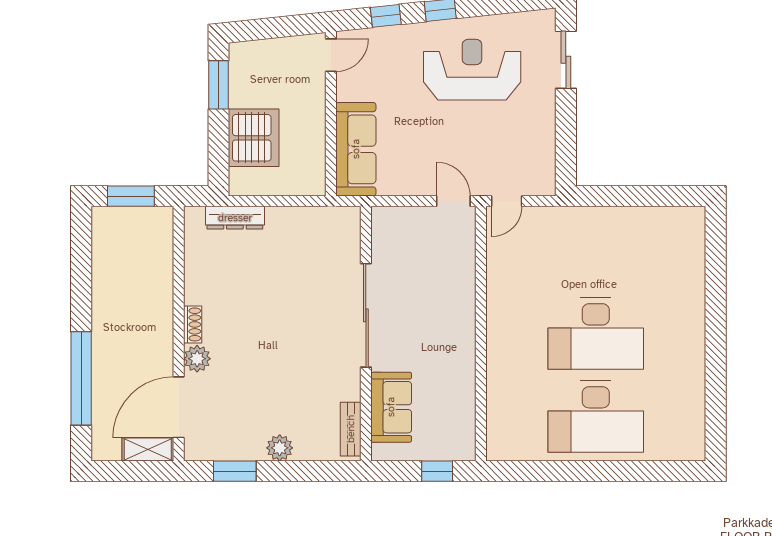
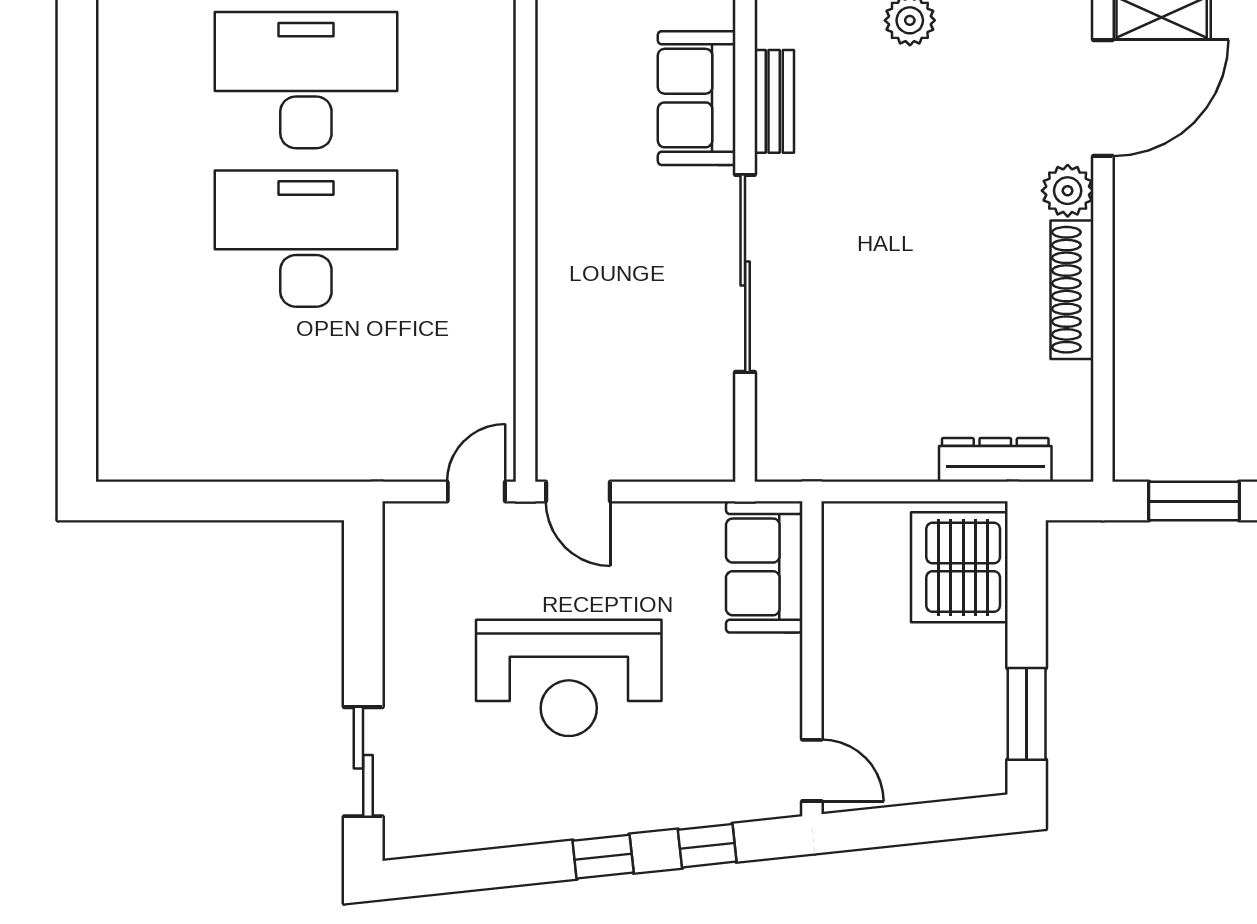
door: (331, 55) -> (812, 770), swing flipped
reception desk: (472, 70) -> (569, 678), moved
server rack: (254, 138) -> (959, 567), moved
sofa: (356, 149) -> (764, 567), width x0.73
shoe rack: (193, 324) -> (1072, 290), width x1.94, depth x1.24
bench: (351, 429) -> (774, 101), moved

